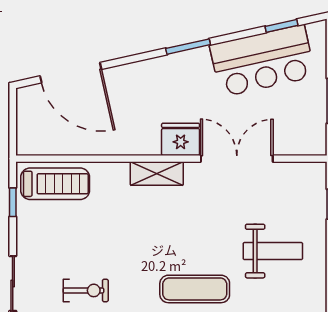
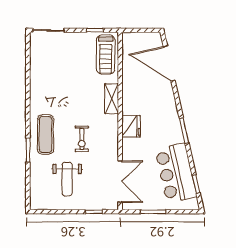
door: (71, 73) -> (169, 63), hinge flipped
double door: (237, 159) -> (120, 182), moved
shelving: (157, 174) -> (112, 99), moved
exercise bike: (86, 290) -> (82, 139), moved

